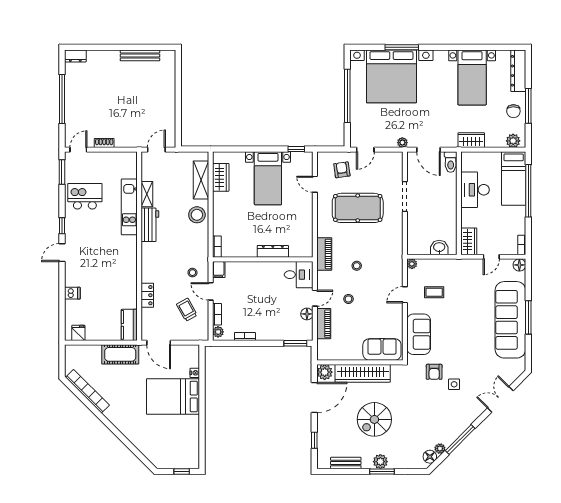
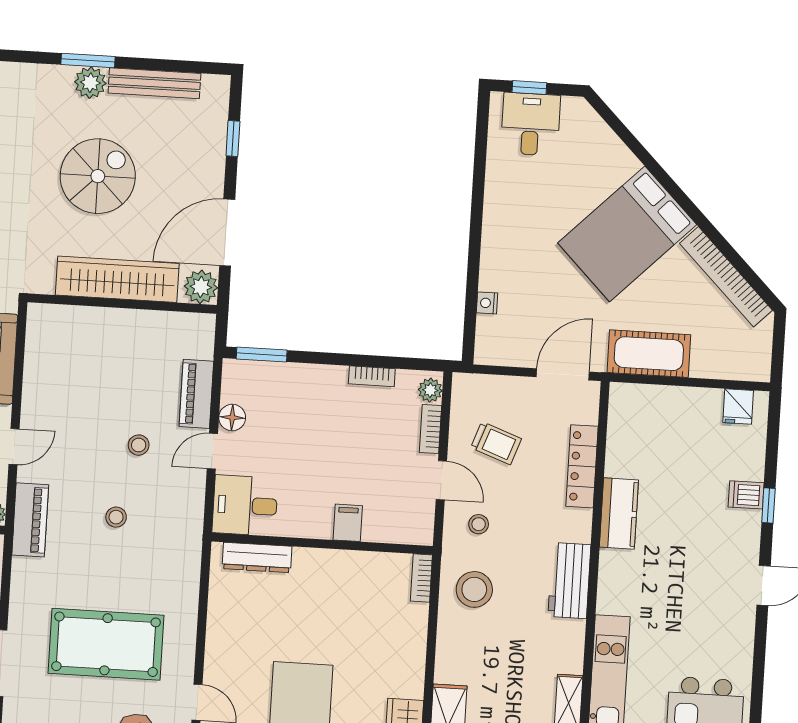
stool: (197, 215) -> (474, 589), moved
workbench: (150, 225) -> (569, 581), moved
window: (62, 226) -> (768, 506), moved
dresser: (273, 251) -> (257, 557), moved
piano: (324, 254) -> (30, 520), moved, turned 180
filing cabinet: (219, 270) -> (348, 523), moved
locker: (147, 295) -> (582, 466), width x1.53
trolley: (187, 310) -> (496, 443), turned -41
kitchen counter: (129, 325) -> (619, 514), moved
door: (159, 343) -> (563, 374), hinge flipped
sofa: (382, 349) -> (72, 329), removed
bed: (173, 397) -> (627, 234), moved, turned 135
desk: (180, 455) -> (531, 124), added
bench: (346, 463) -> (154, 83), width x1.36

